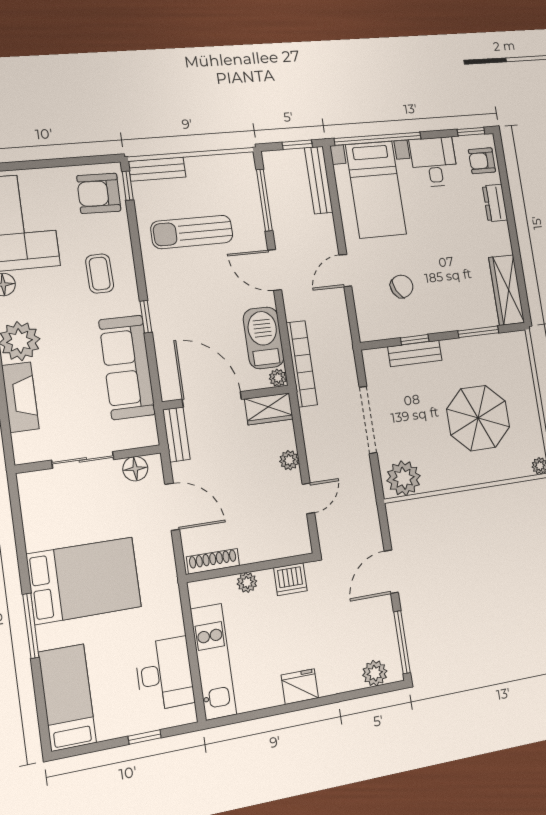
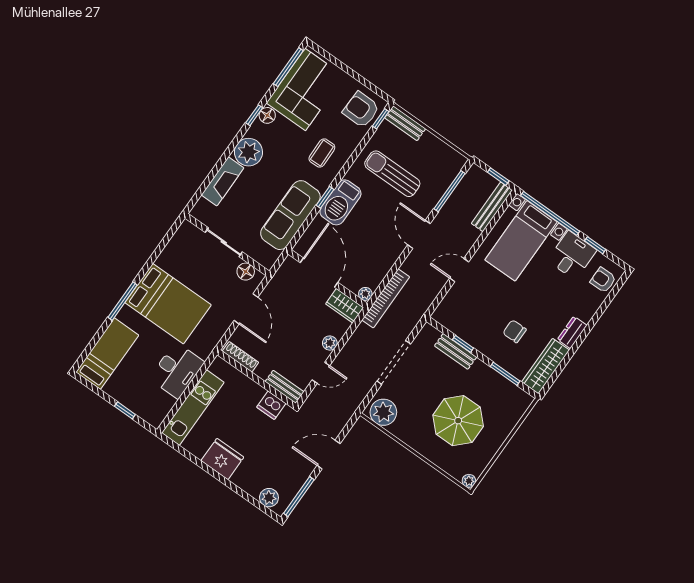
window: (471, 132) -> (595, 245), moved
dresser: (495, 203) -> (572, 332), moved
chair: (402, 286) -> (515, 331), moved, turned -153
barbecue: (264, 338) -> (340, 202), moved, turned 180
bench: (176, 434) -> (285, 387), moved, turned 90
plant: (247, 583) -> (247, 385), removed
desk: (165, 674) -> (177, 370), moved
fridge: (300, 687) -> (222, 459), width x1.36, depth x1.34

